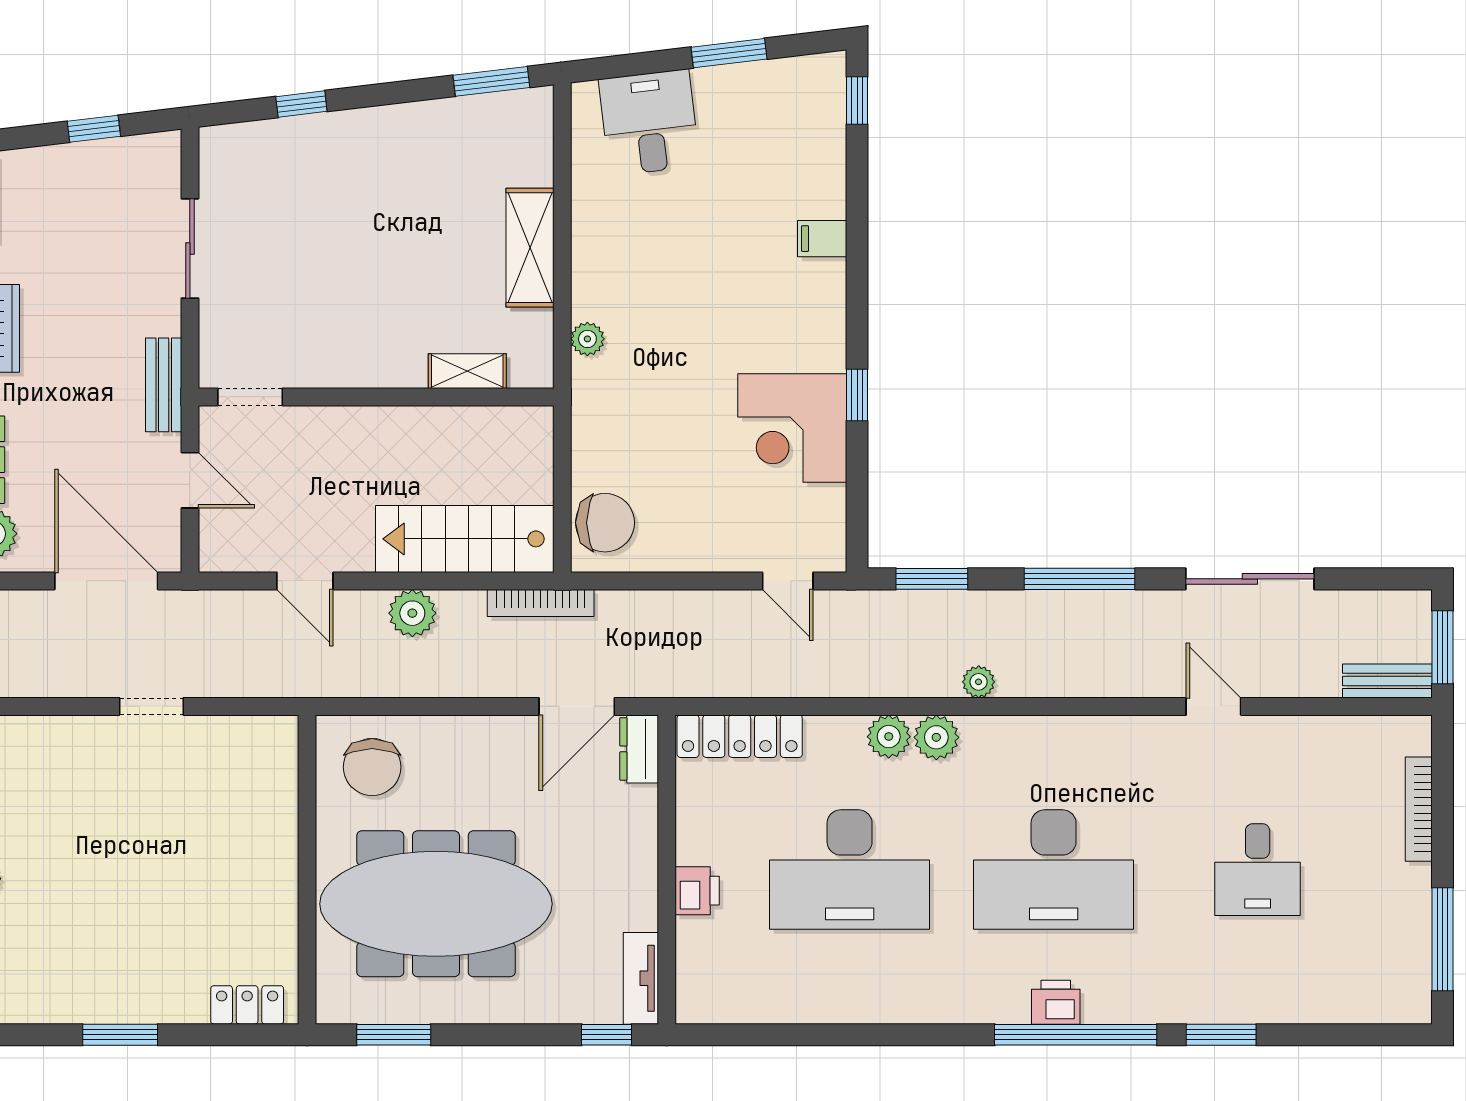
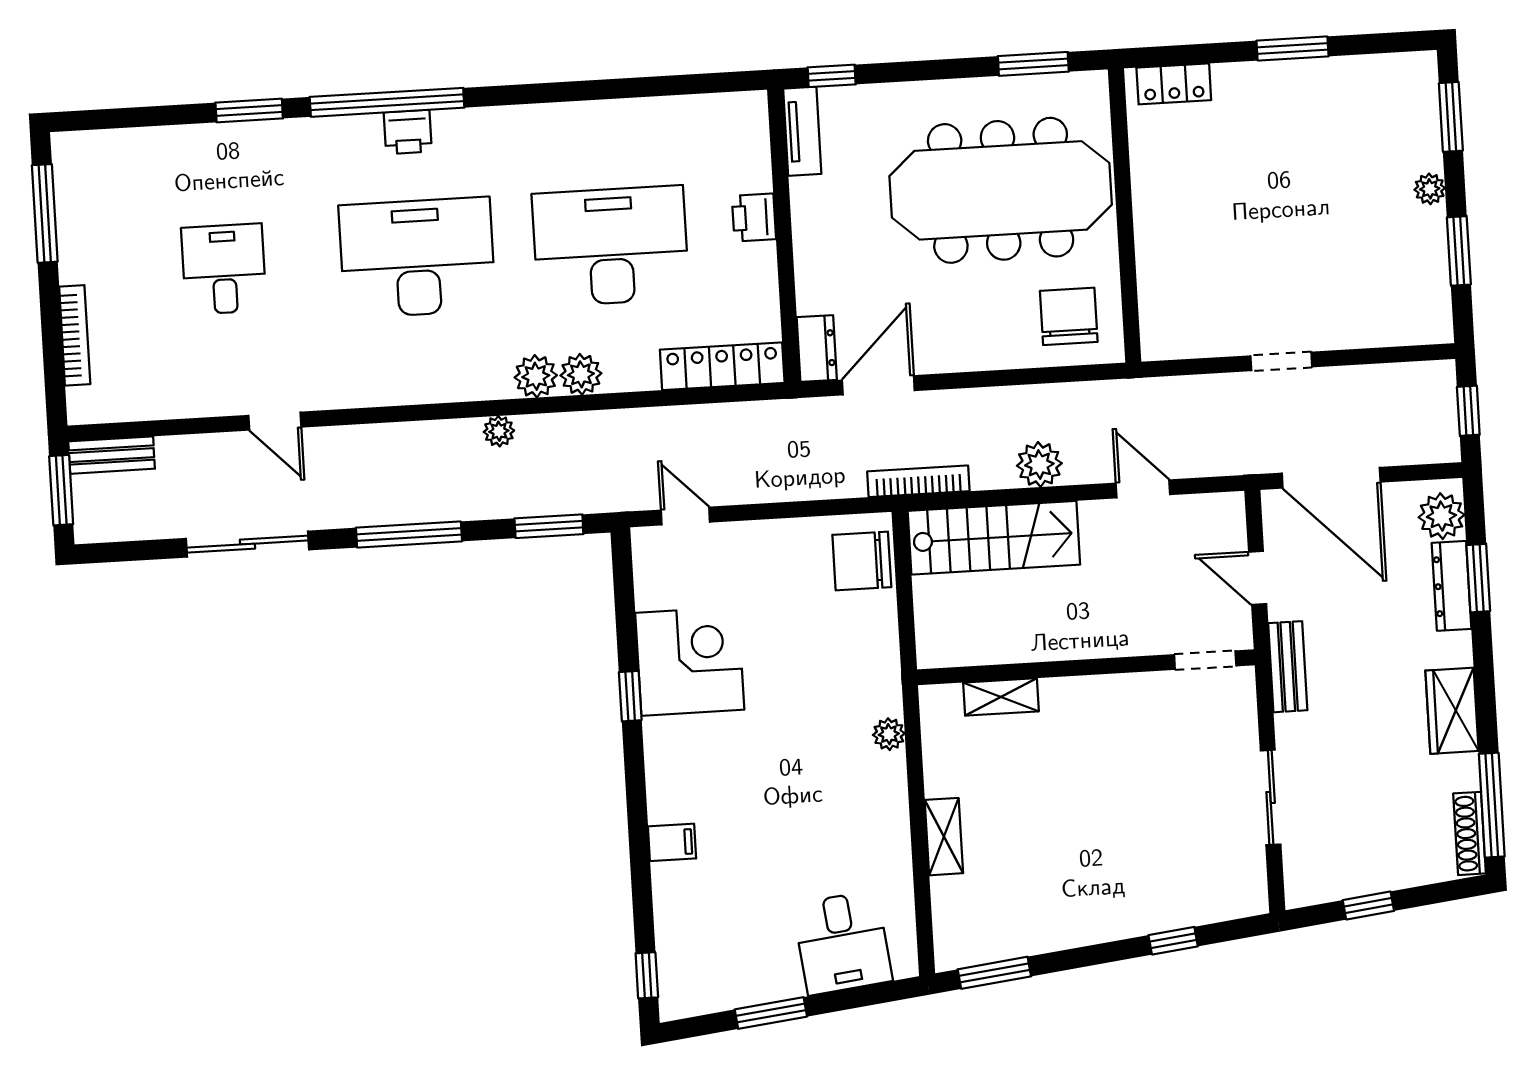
shelving: (530, 248) -> (944, 837), width x0.67, depth x0.75

